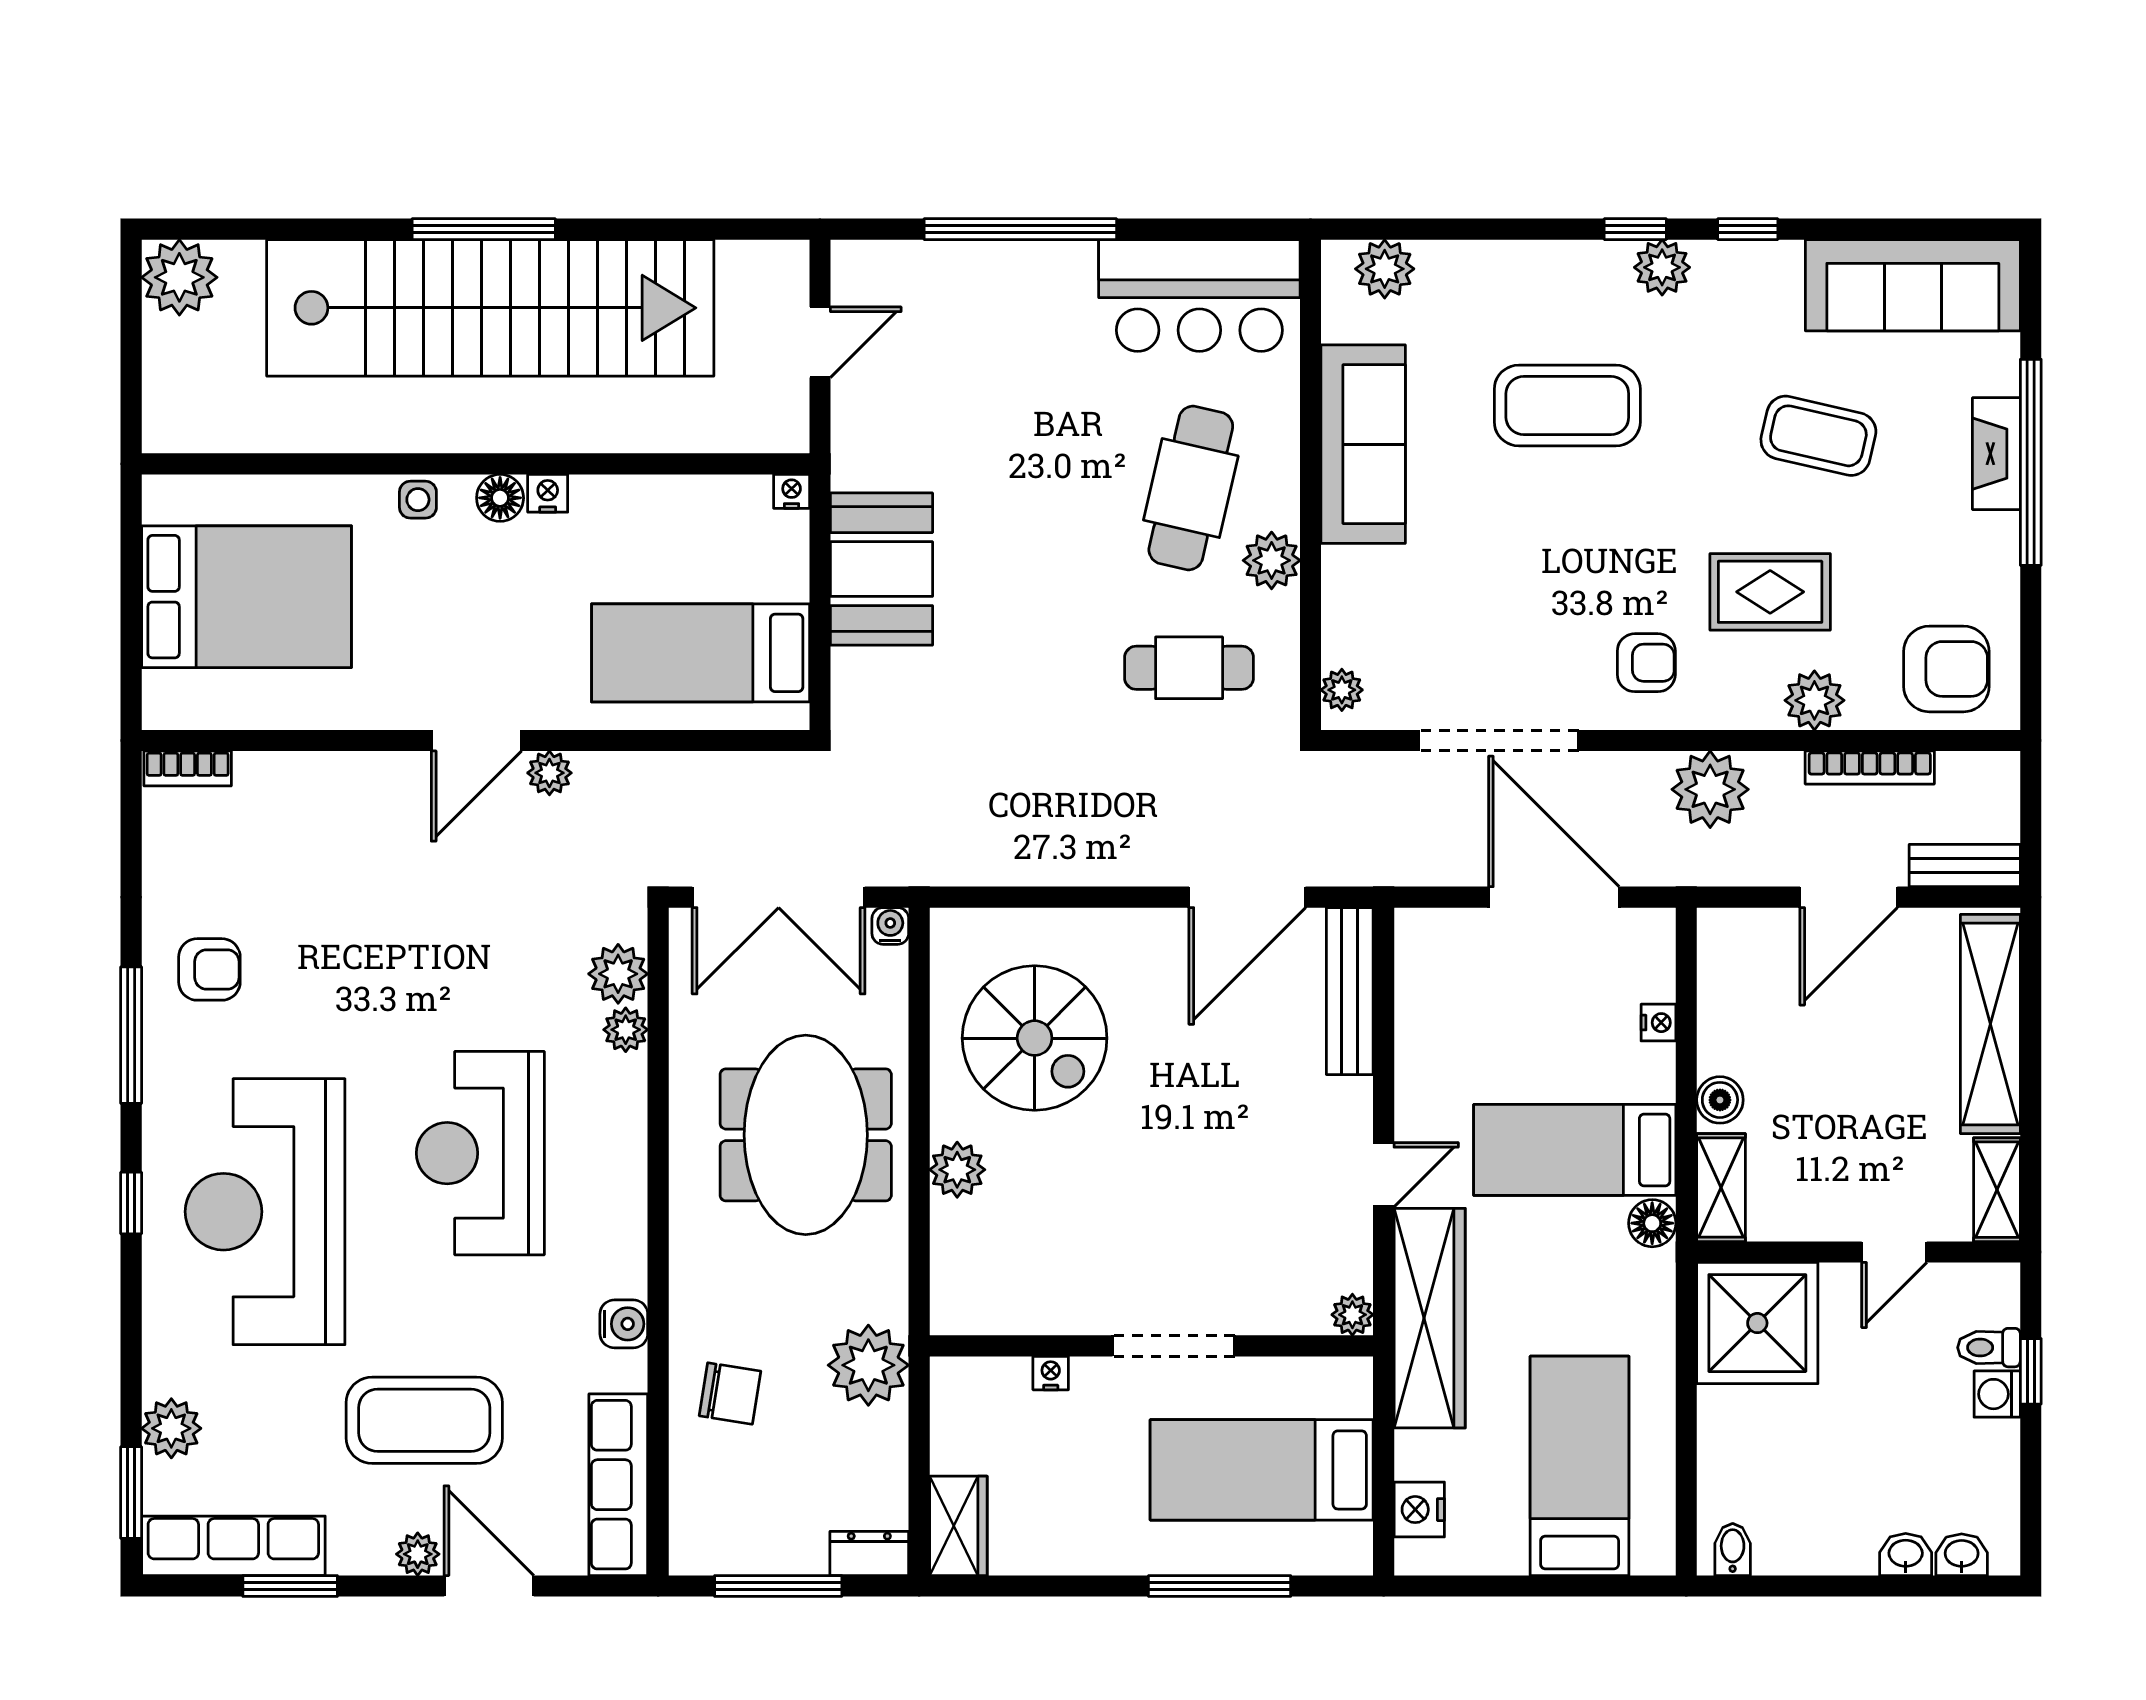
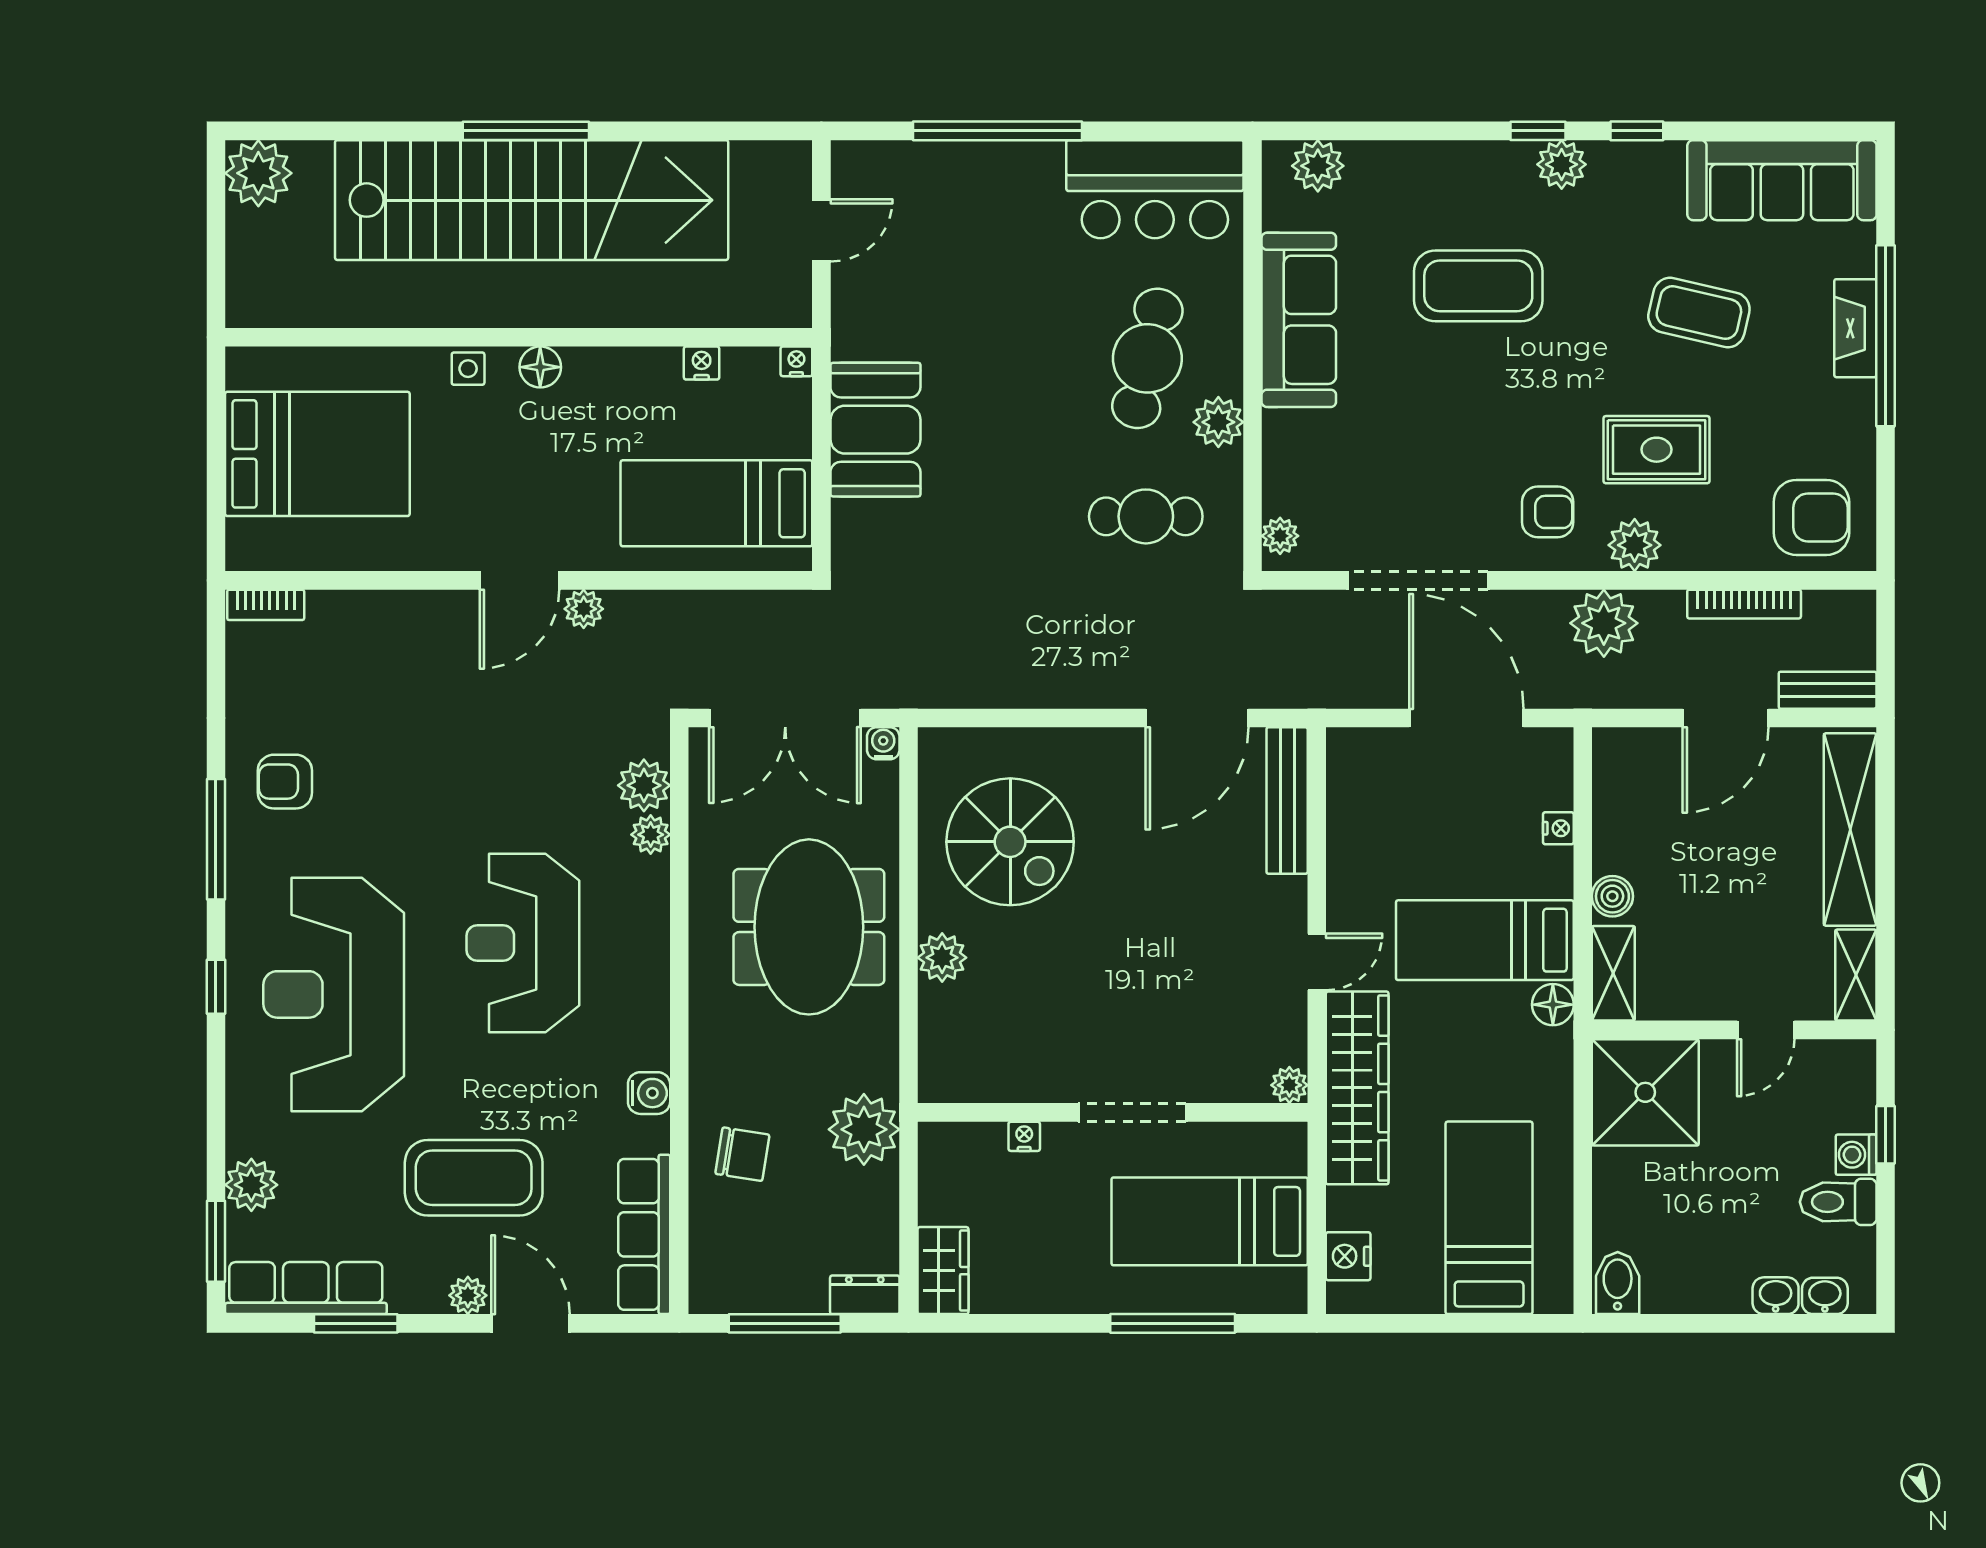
nightstand: (548, 493) -> (702, 363), moved
plant: (1814, 700) -> (1635, 545), moved
armchair: (209, 969) -> (285, 782), turned 180
toilet: (1989, 1348) -> (1838, 1202), moved, width x1.37, depth x1.39
bidet: (1733, 1549) -> (1618, 1283), width x1.38, depth x1.36

